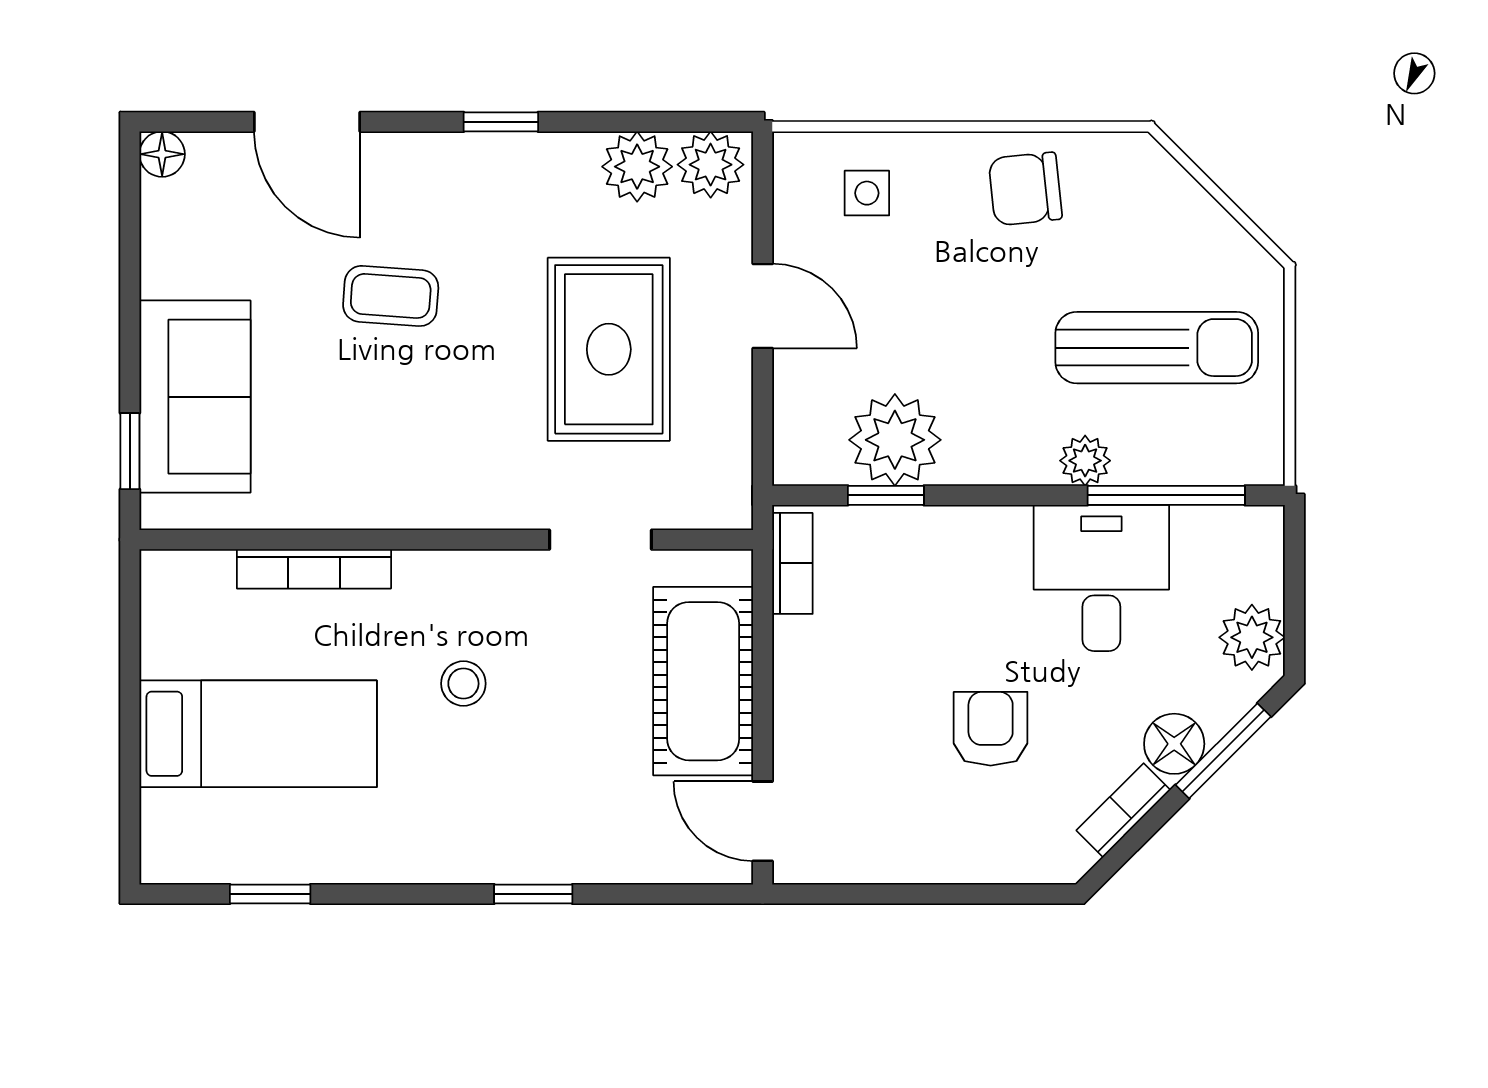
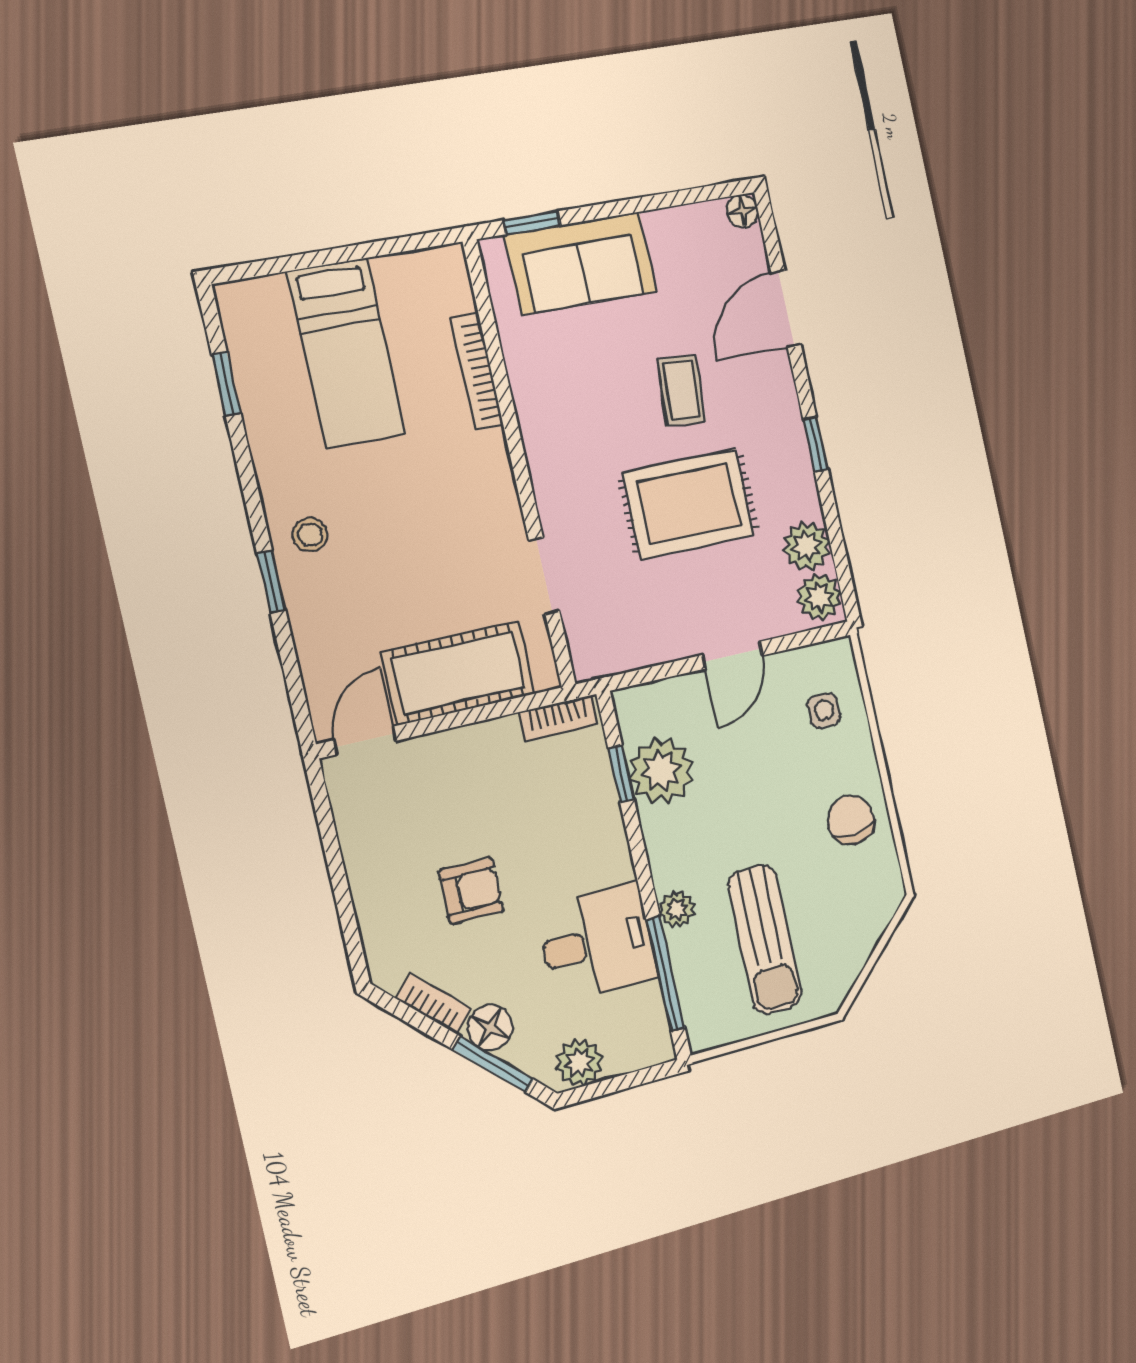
rug: (609, 349) -> (689, 504), moved
stool: (463, 684) -> (310, 535), moved

